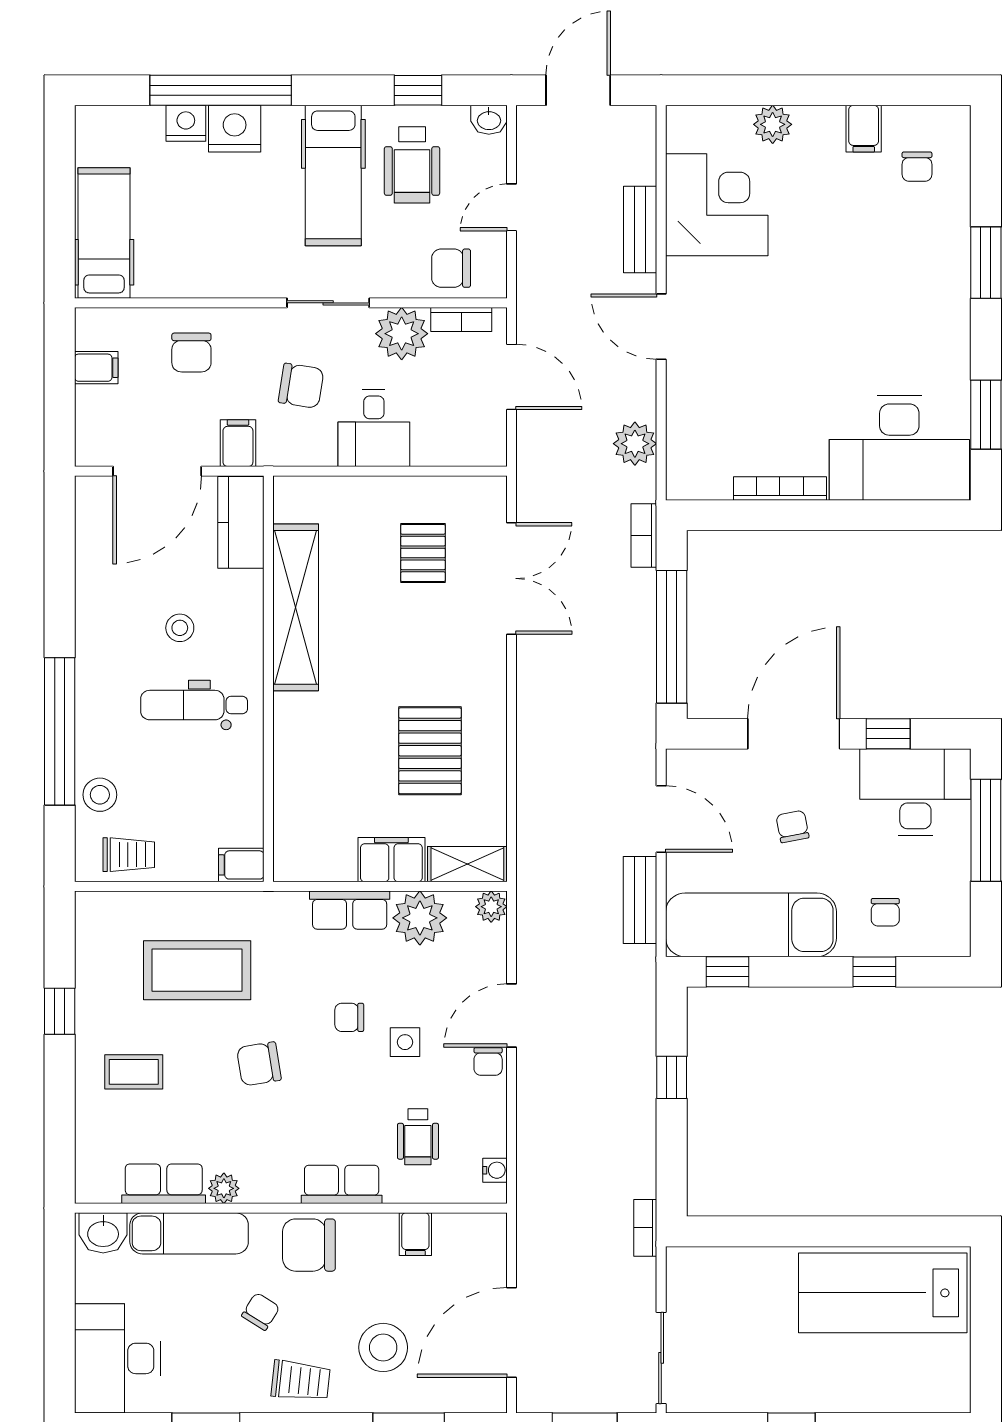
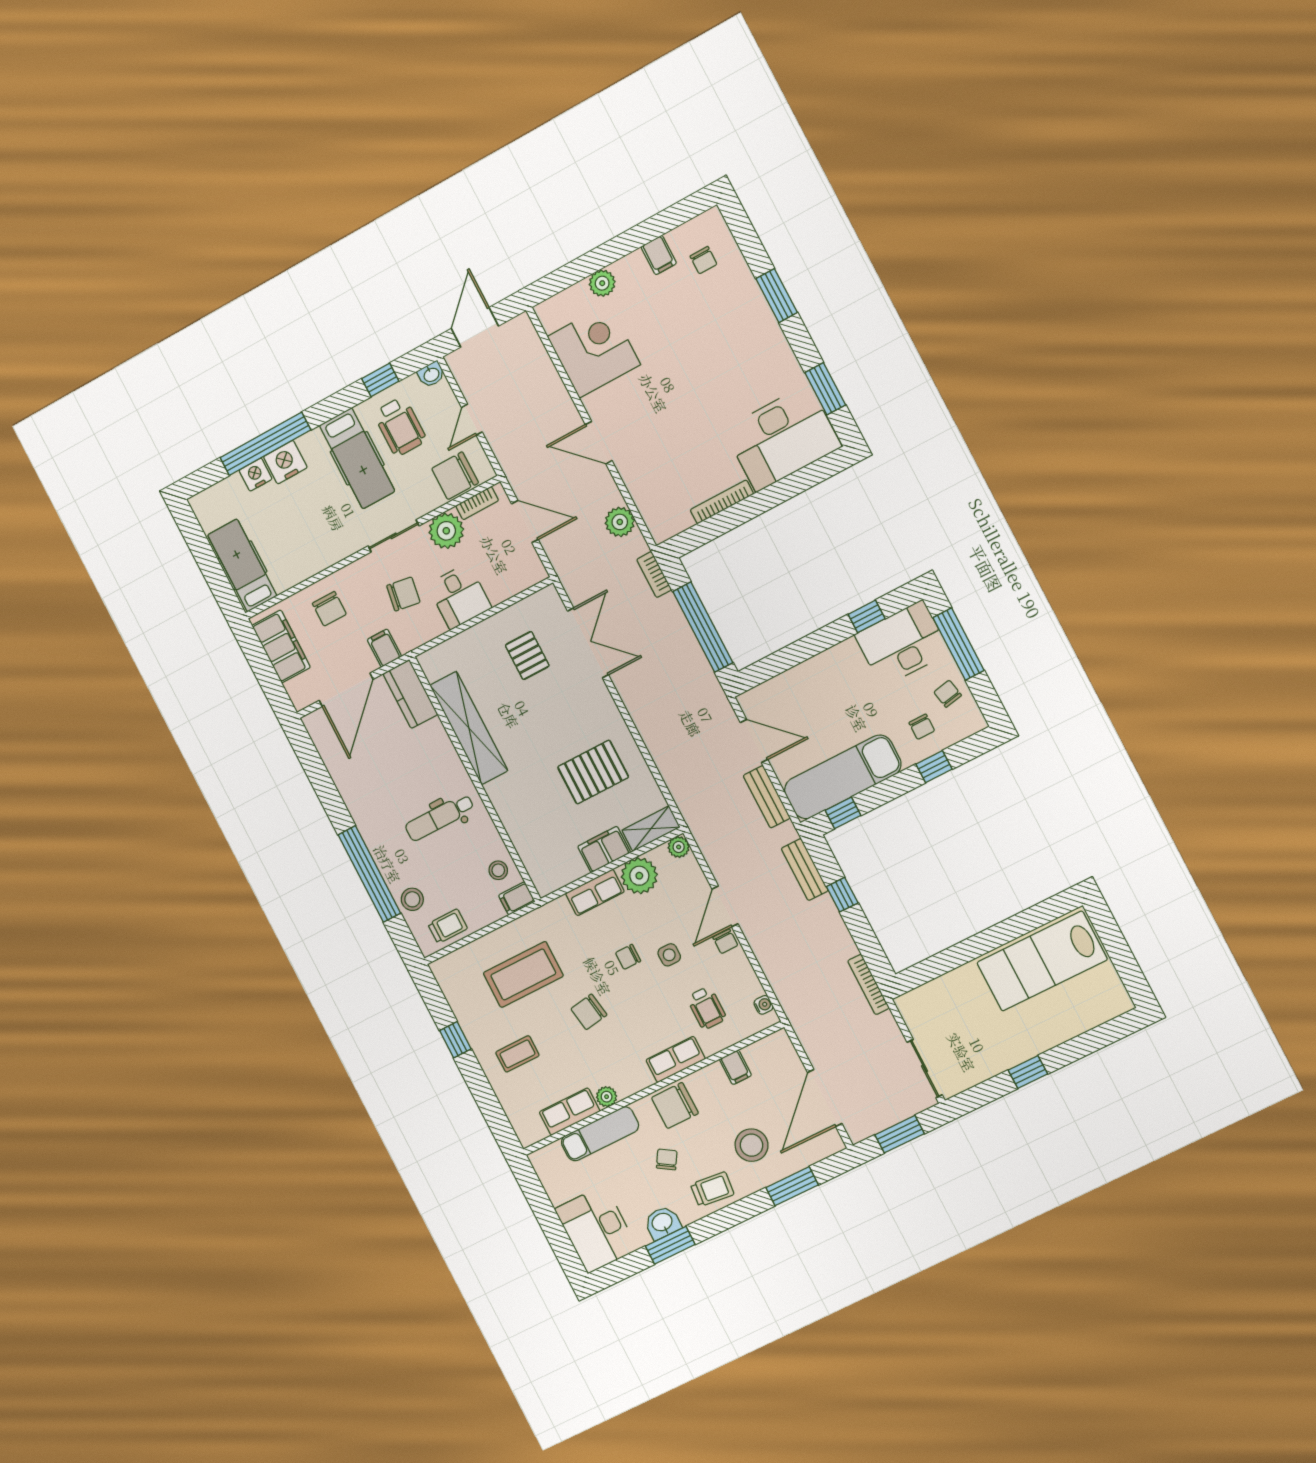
bench: (640, 230) -> (805, 870), moved
chair: (451, 268) -> (455, 476), width x1.37, depth x1.37
filing cabinet: (96, 368) -> (281, 646), width x3.00, depth x1.17
stool: (180, 628) -> (498, 870), moved
door: (794, 734) -> (808, 647), removed
pallet: (430, 751) -> (593, 772), turned 90
chair: (793, 826) -> (948, 694), moved
bookcase: (645, 1228) -> (868, 984), width x1.56
washbasin: (103, 1233) -> (662, 1223), moved, turned 180

